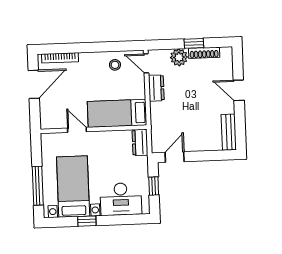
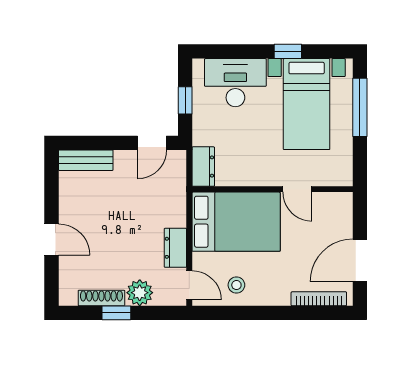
bed: (117, 113) -> (236, 222), width x1.50
bench: (229, 132) -> (86, 160), moved, turned 90

